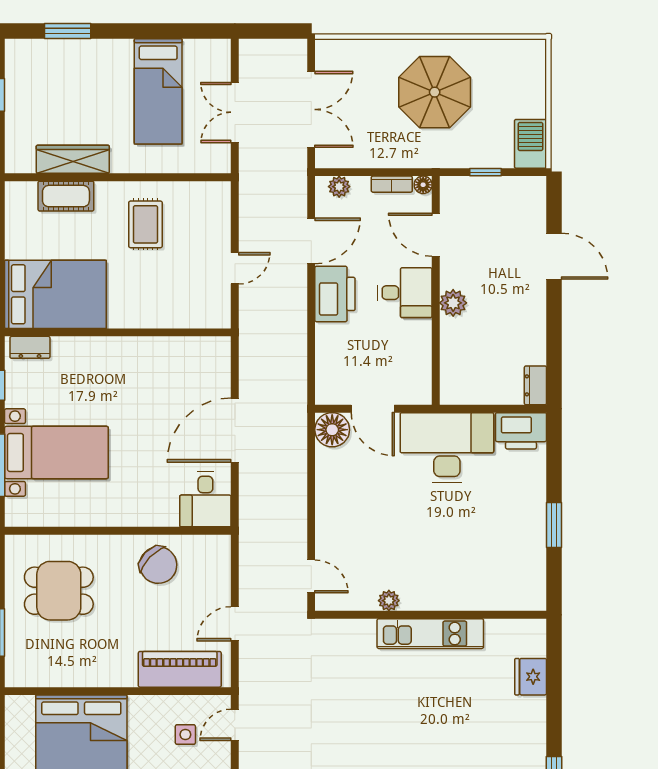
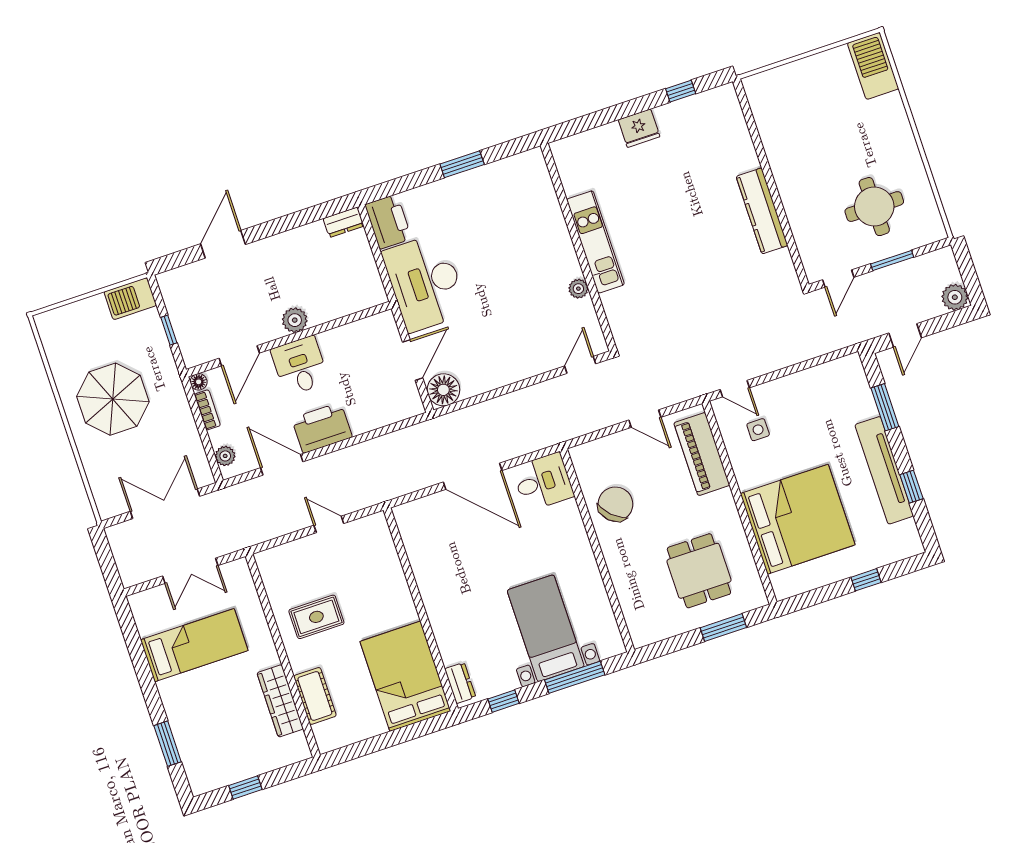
dining table: (59, 591) -> (699, 571), moved
fridge: (531, 677) -> (639, 128), moved

